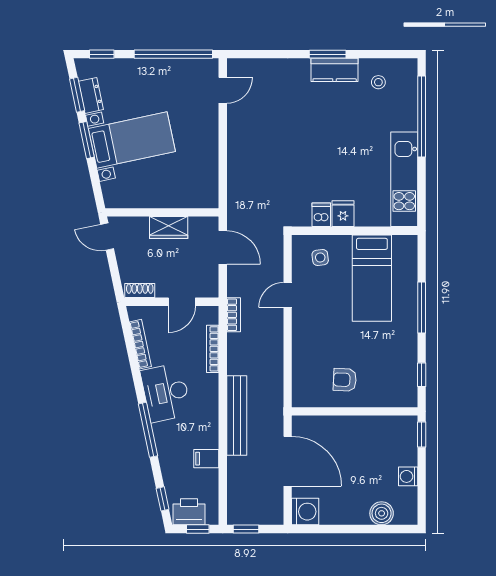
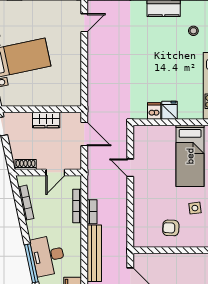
stool: (378, 82) -> (193, 31), moved
side table: (320, 257) -> (195, 208), moved
door: (288, 295) -> (130, 168), hinge flipped
bookcase: (234, 315) -> (92, 212), moved
desk: (166, 393) -> (48, 256), moved

